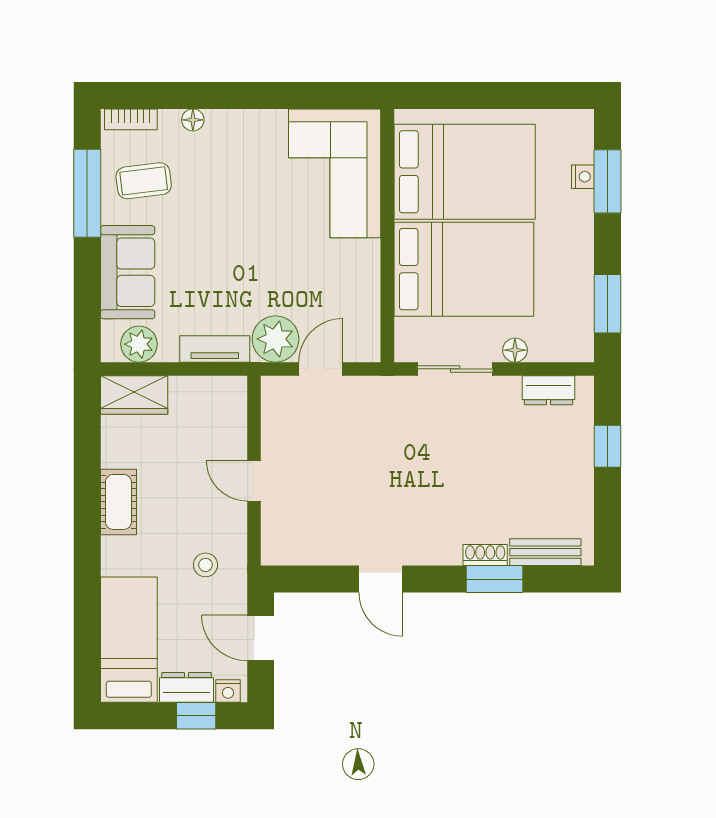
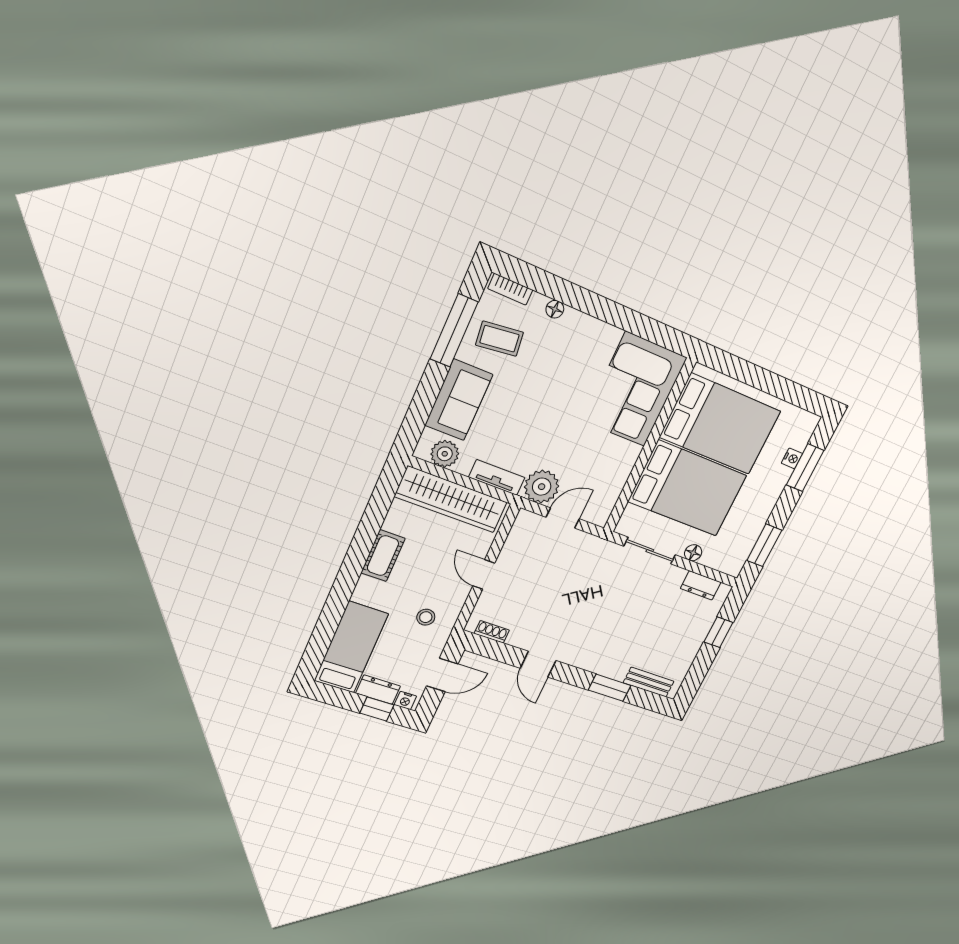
wardrobe: (134, 395) -> (451, 500), width x2.10, depth x1.17
shoe rack: (485, 555) -> (492, 632), moved
door: (261, 638) -> (442, 675), swing flipped

